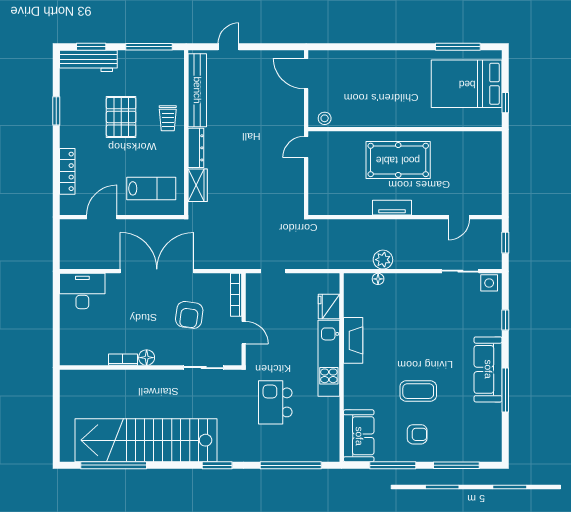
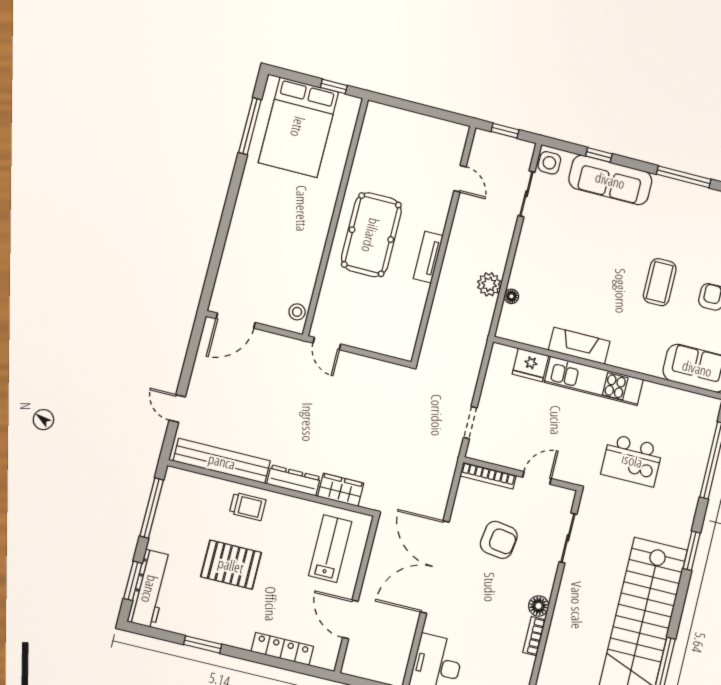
sofa: (488, 369) -> (610, 180), moved

